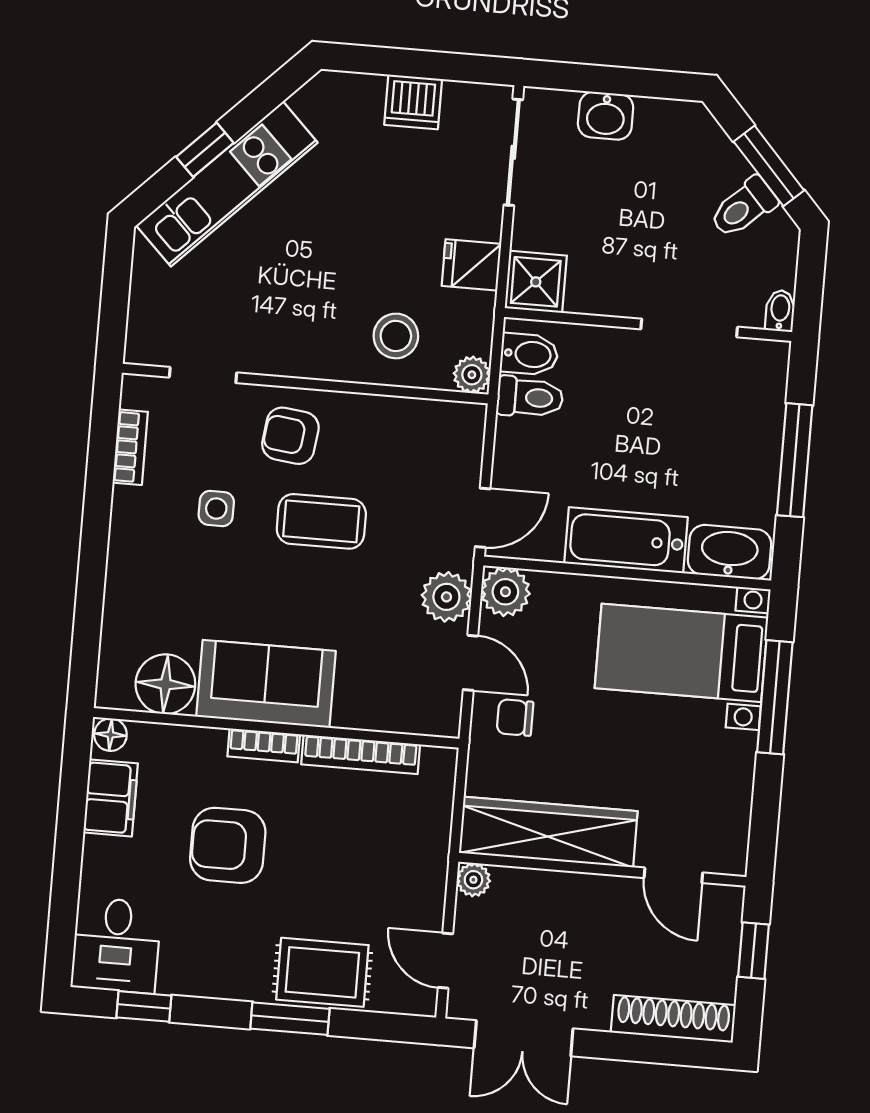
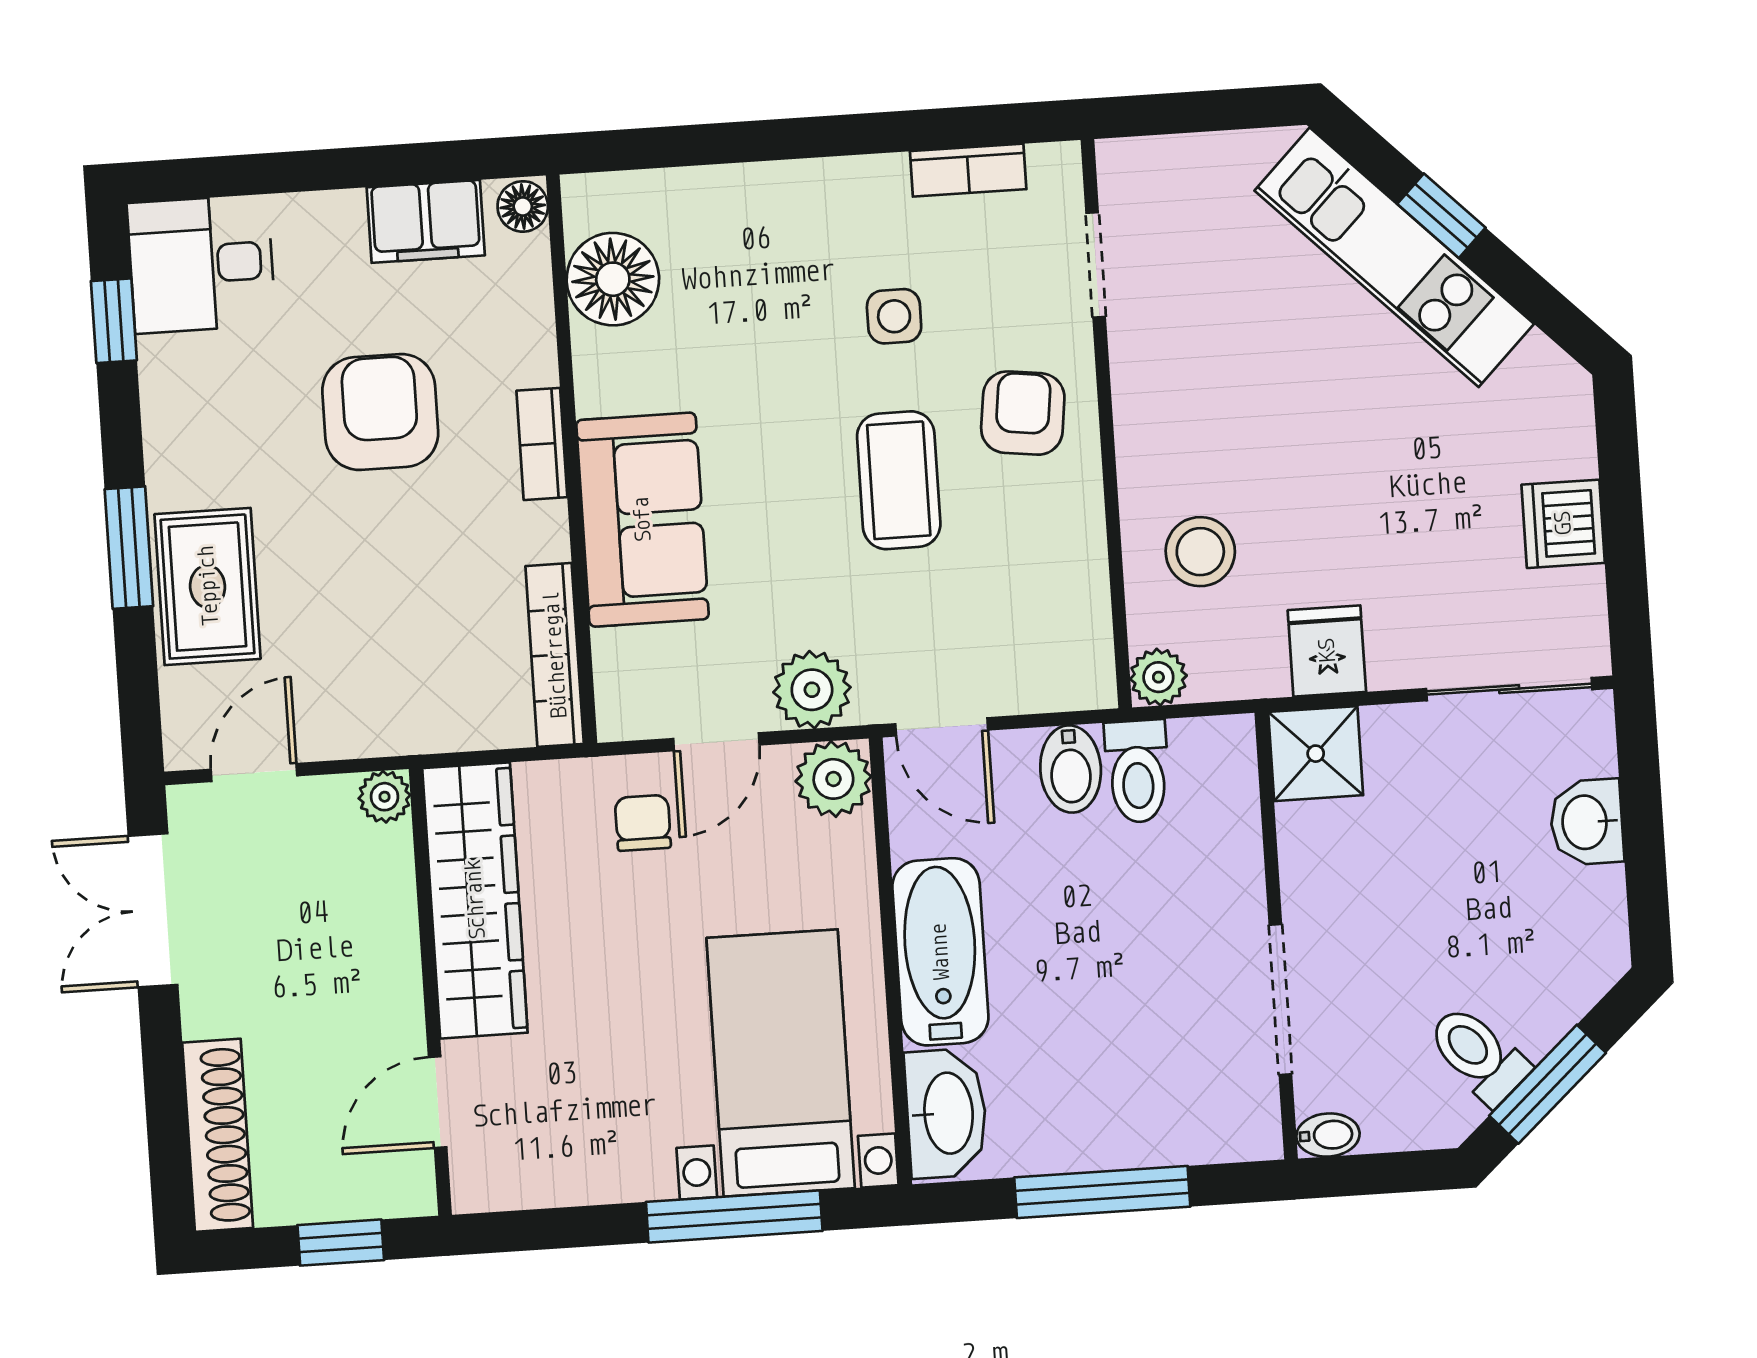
bidet: (529, 354) -> (1071, 769), moved
sofa: (266, 684) -> (642, 520), moved
bookcase: (361, 754) -> (555, 655), moved

